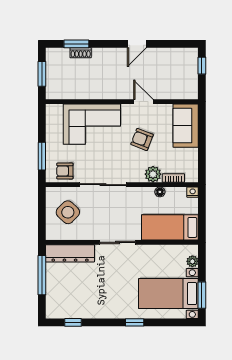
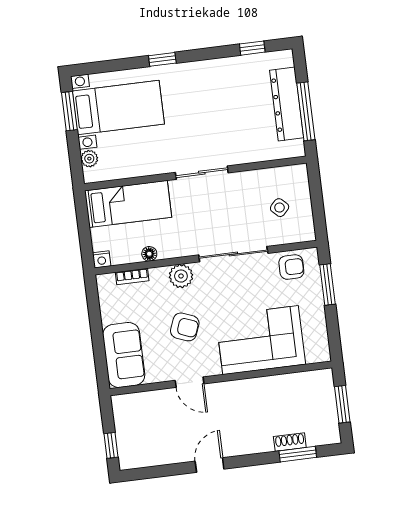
plant: (153, 174) -> (181, 276), moved
side table: (68, 212) -> (280, 208), width x0.54, depth x0.54
dresser: (70, 253) -> (287, 104), moved, turned -90

